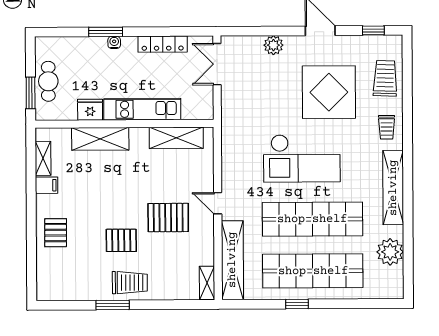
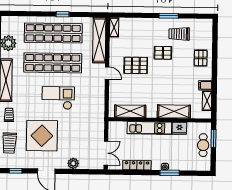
checkout: (302, 158) -> (58, 98), width x0.73, depth x0.83
trolley: (130, 283) -> (179, 34), moved

